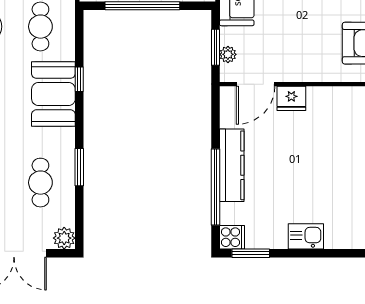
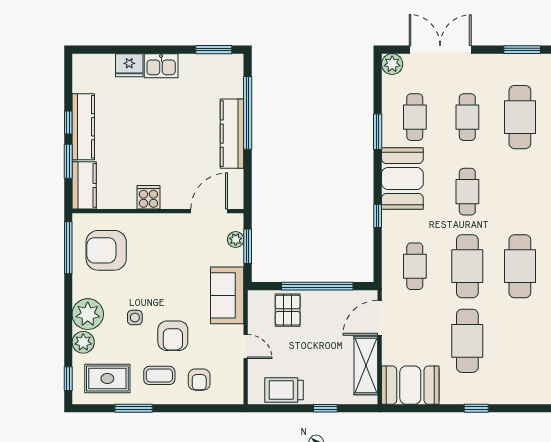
booth: (53, 94) -> (402, 178), moved
fridge: (291, 98) -> (129, 65), moved, turned 180
cooker: (232, 237) -> (148, 197), moved, turned 90

